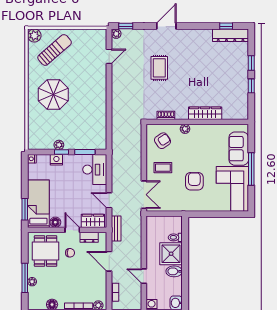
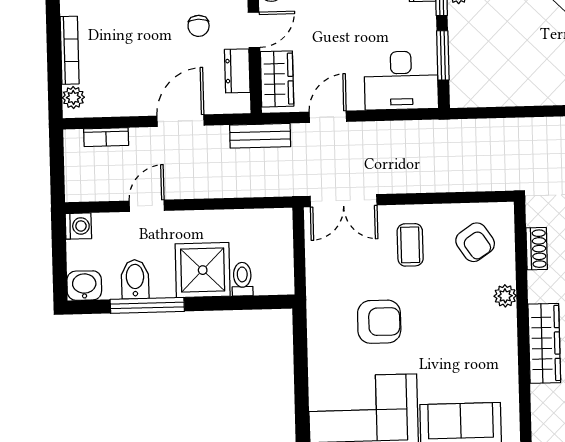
bidet: (174, 271) -> (135, 279), moved
window: (185, 277) -> (147, 305), added

